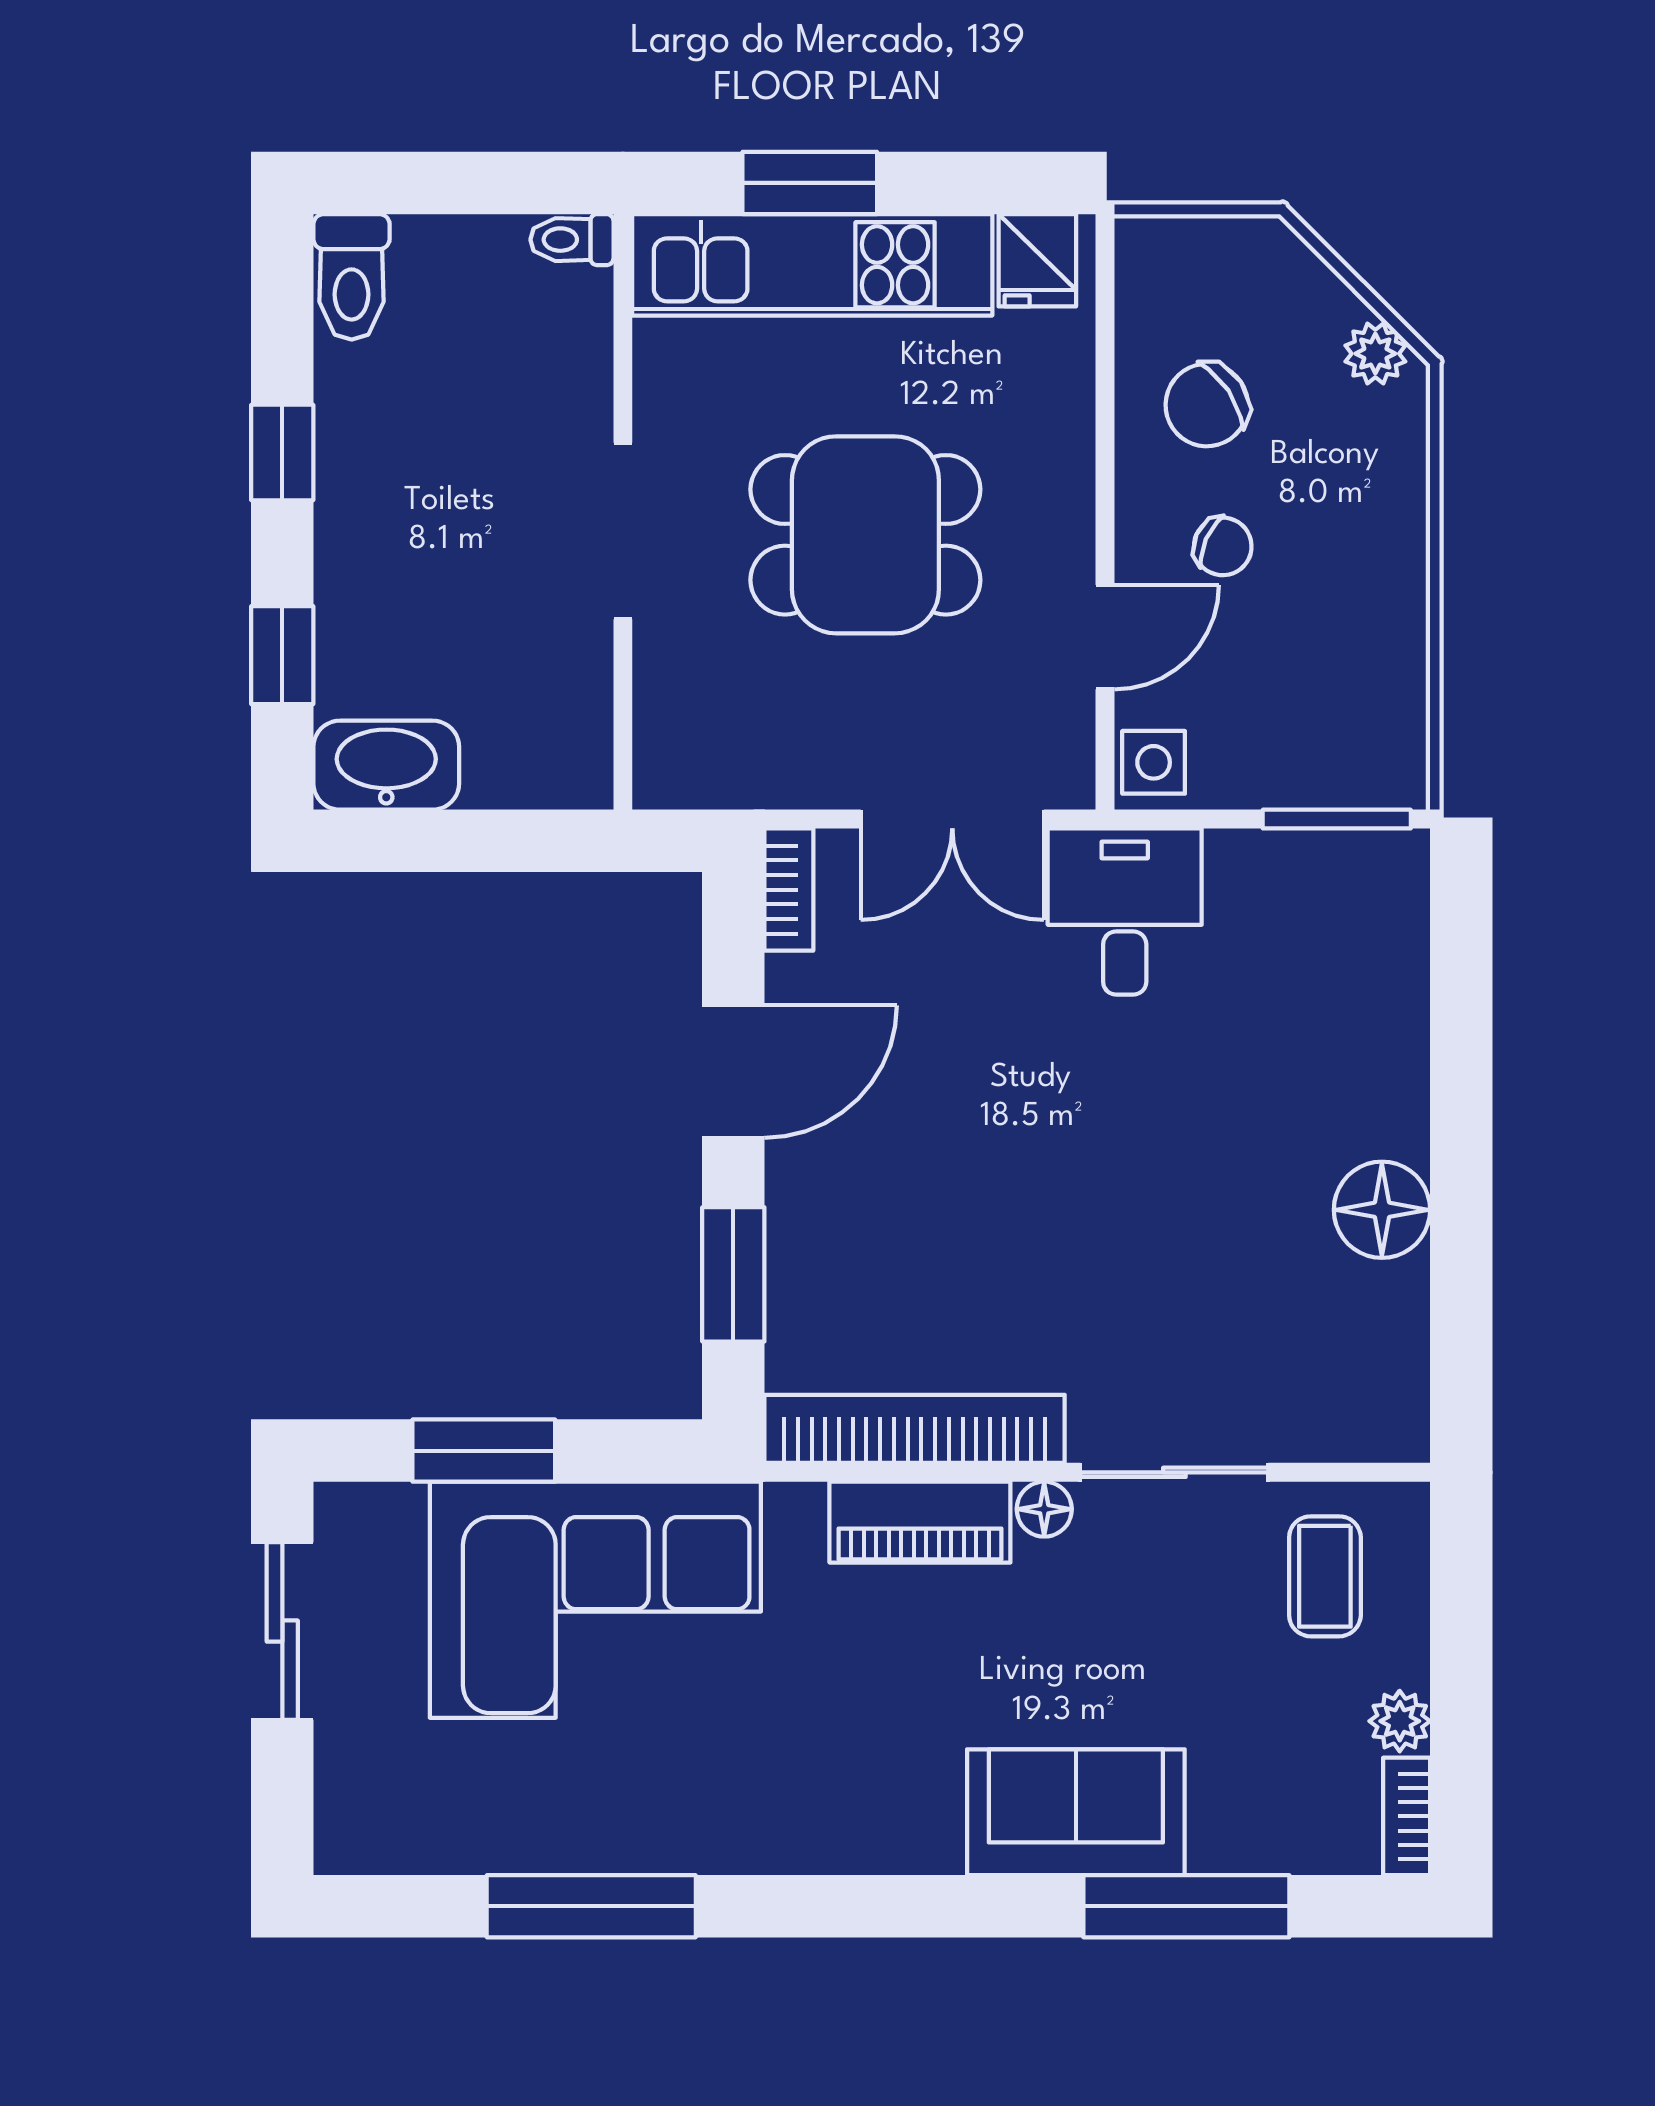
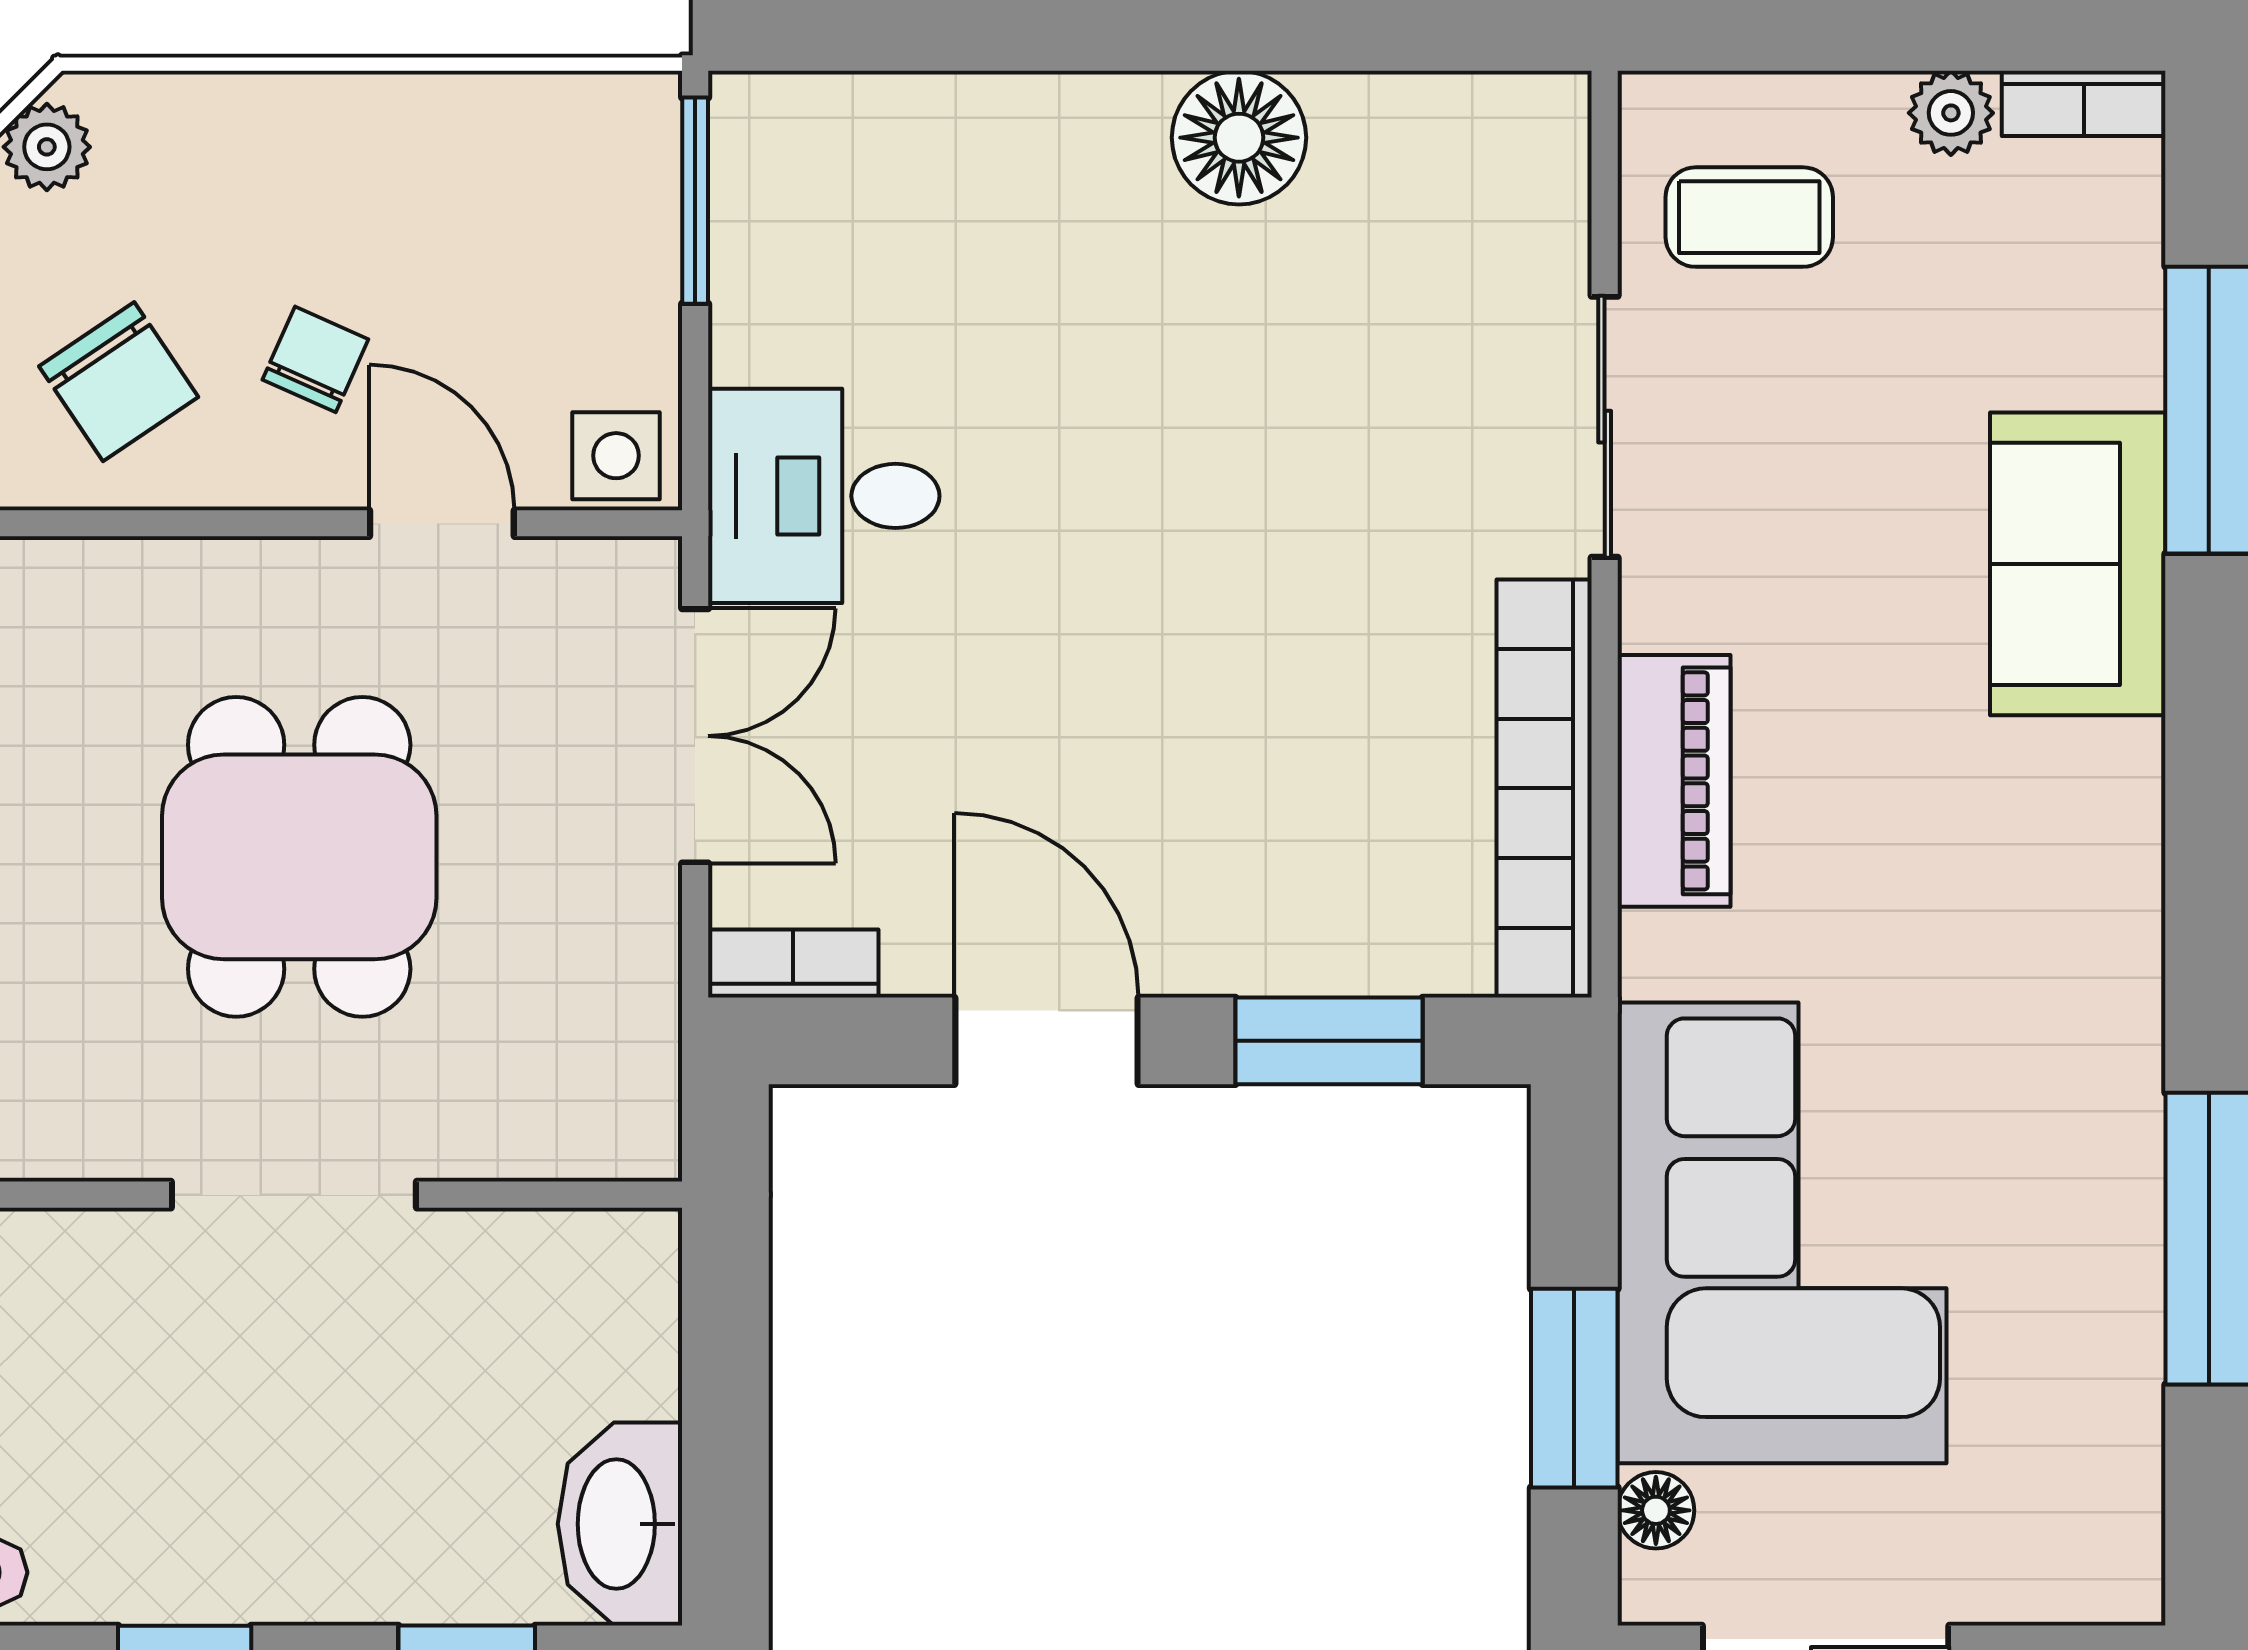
floor lamp: (1044, 1509) -> (1656, 1510), moved

